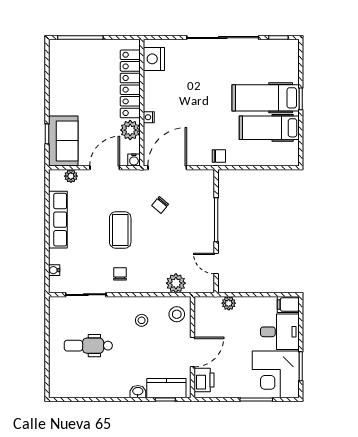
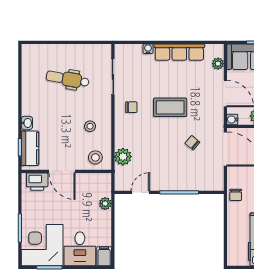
water cooler: (54, 270) -> (148, 49), moved
dental chair: (88, 346) -> (68, 79), turned -80

